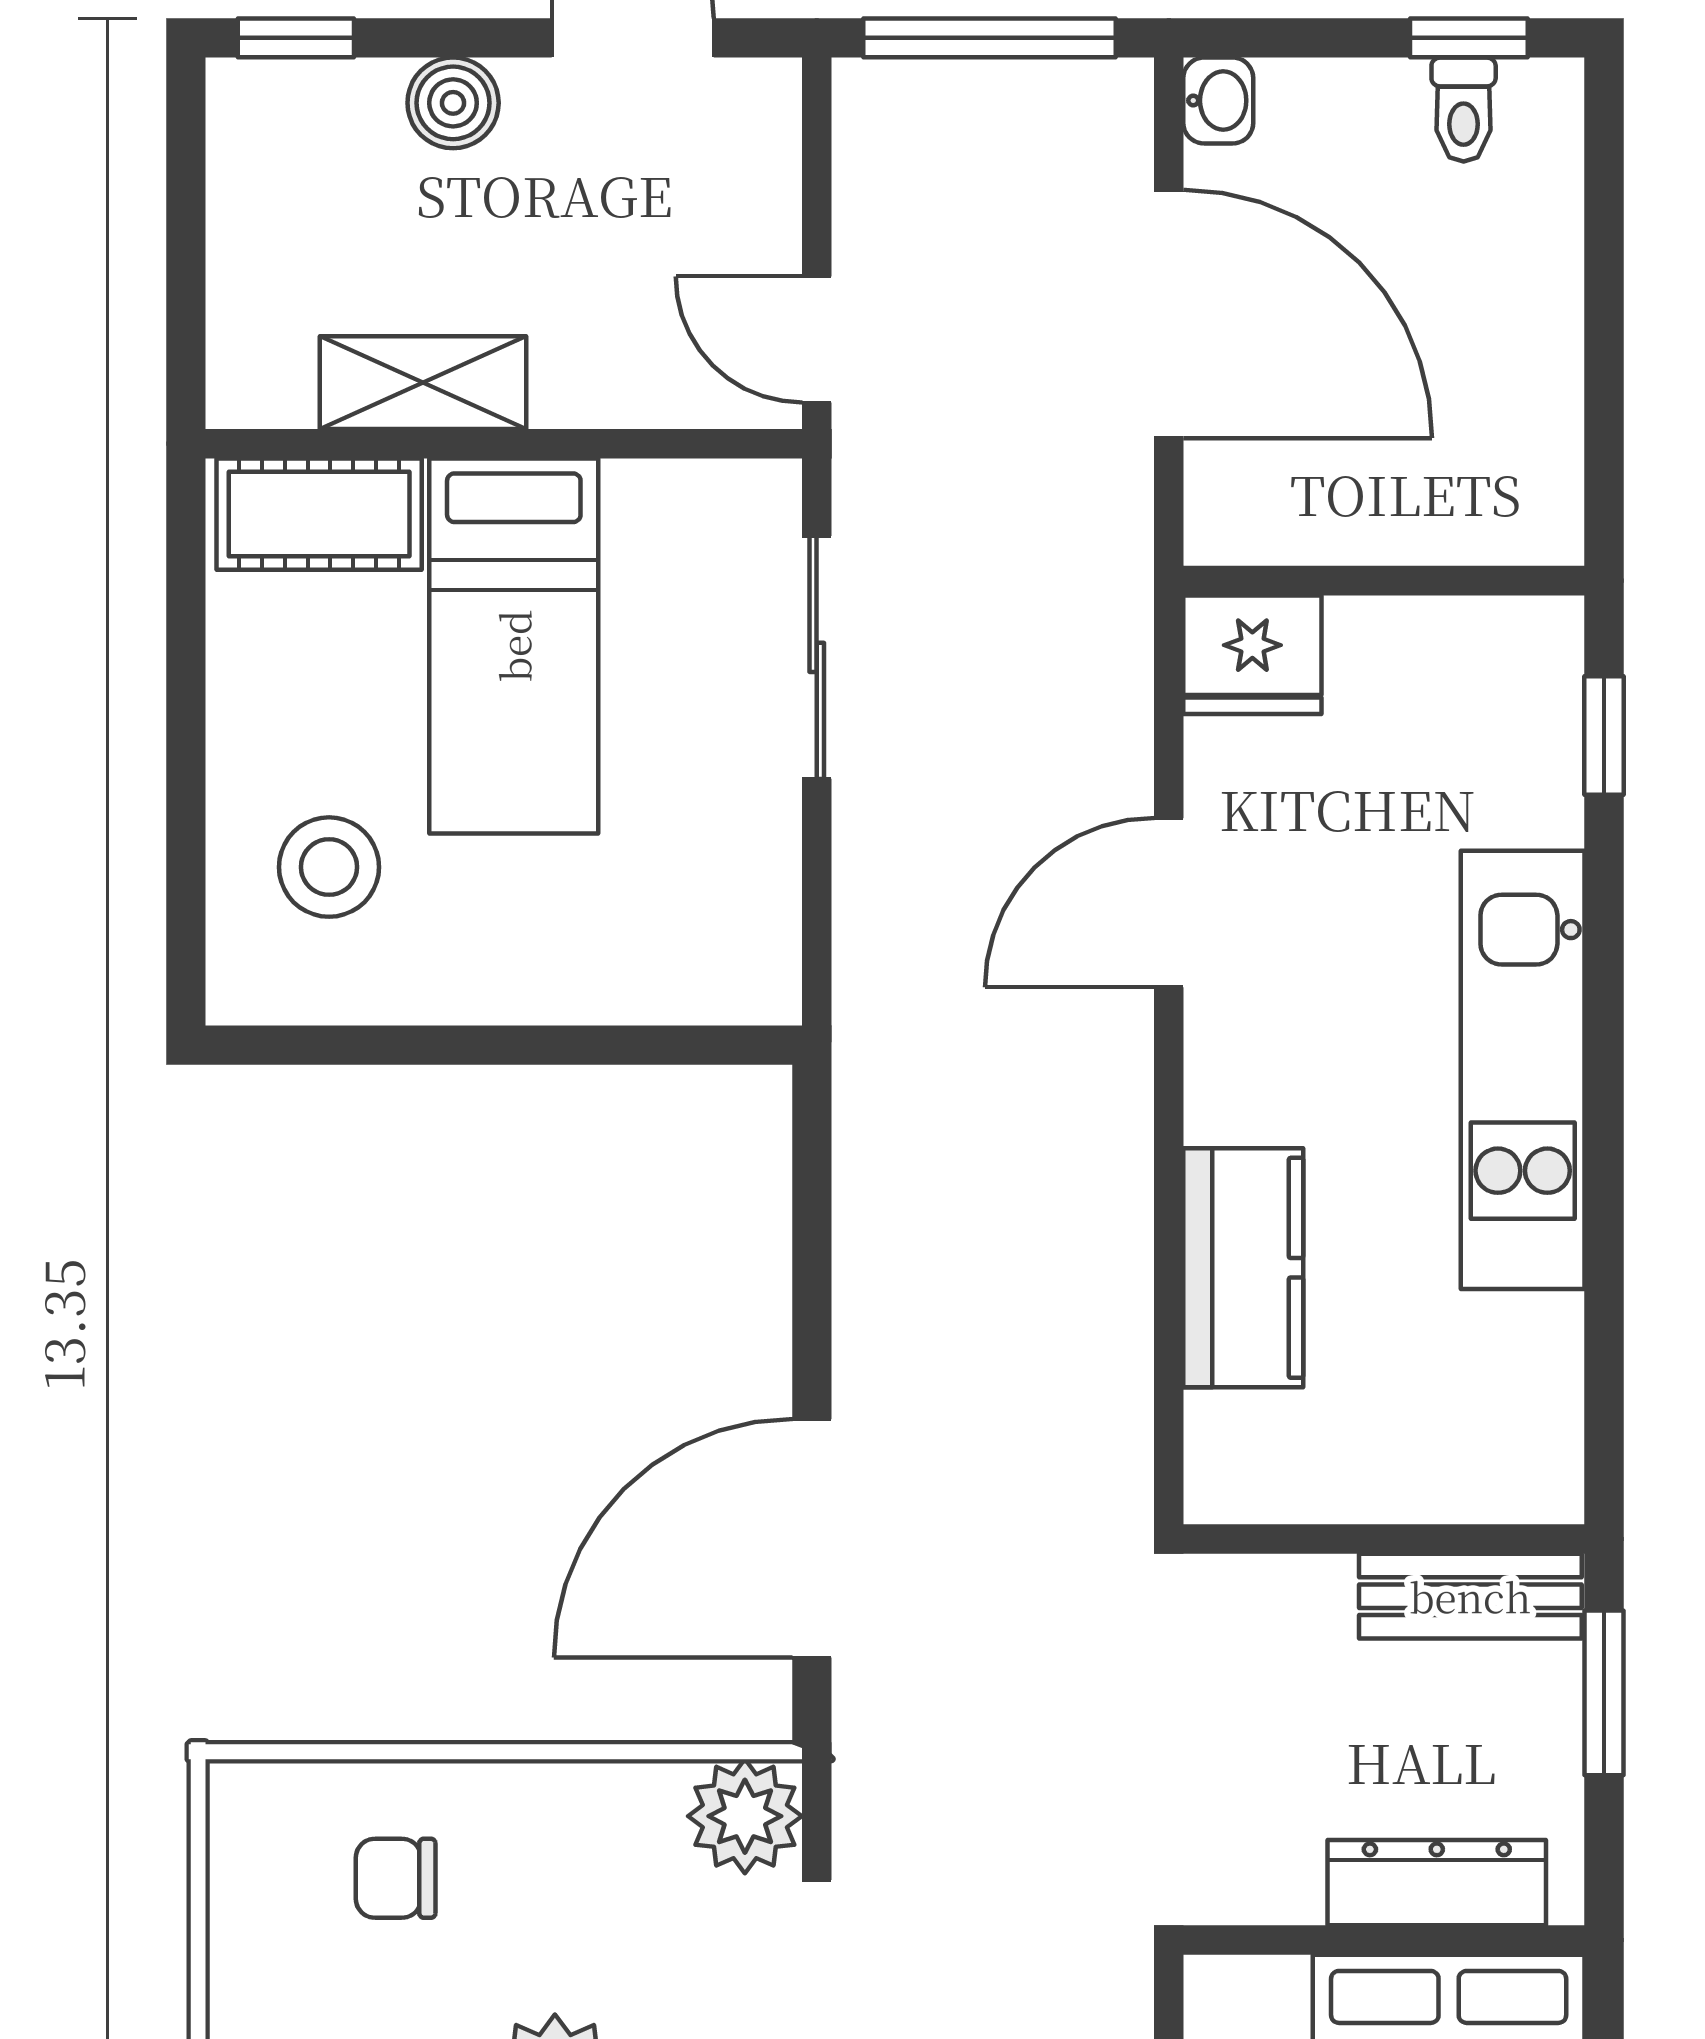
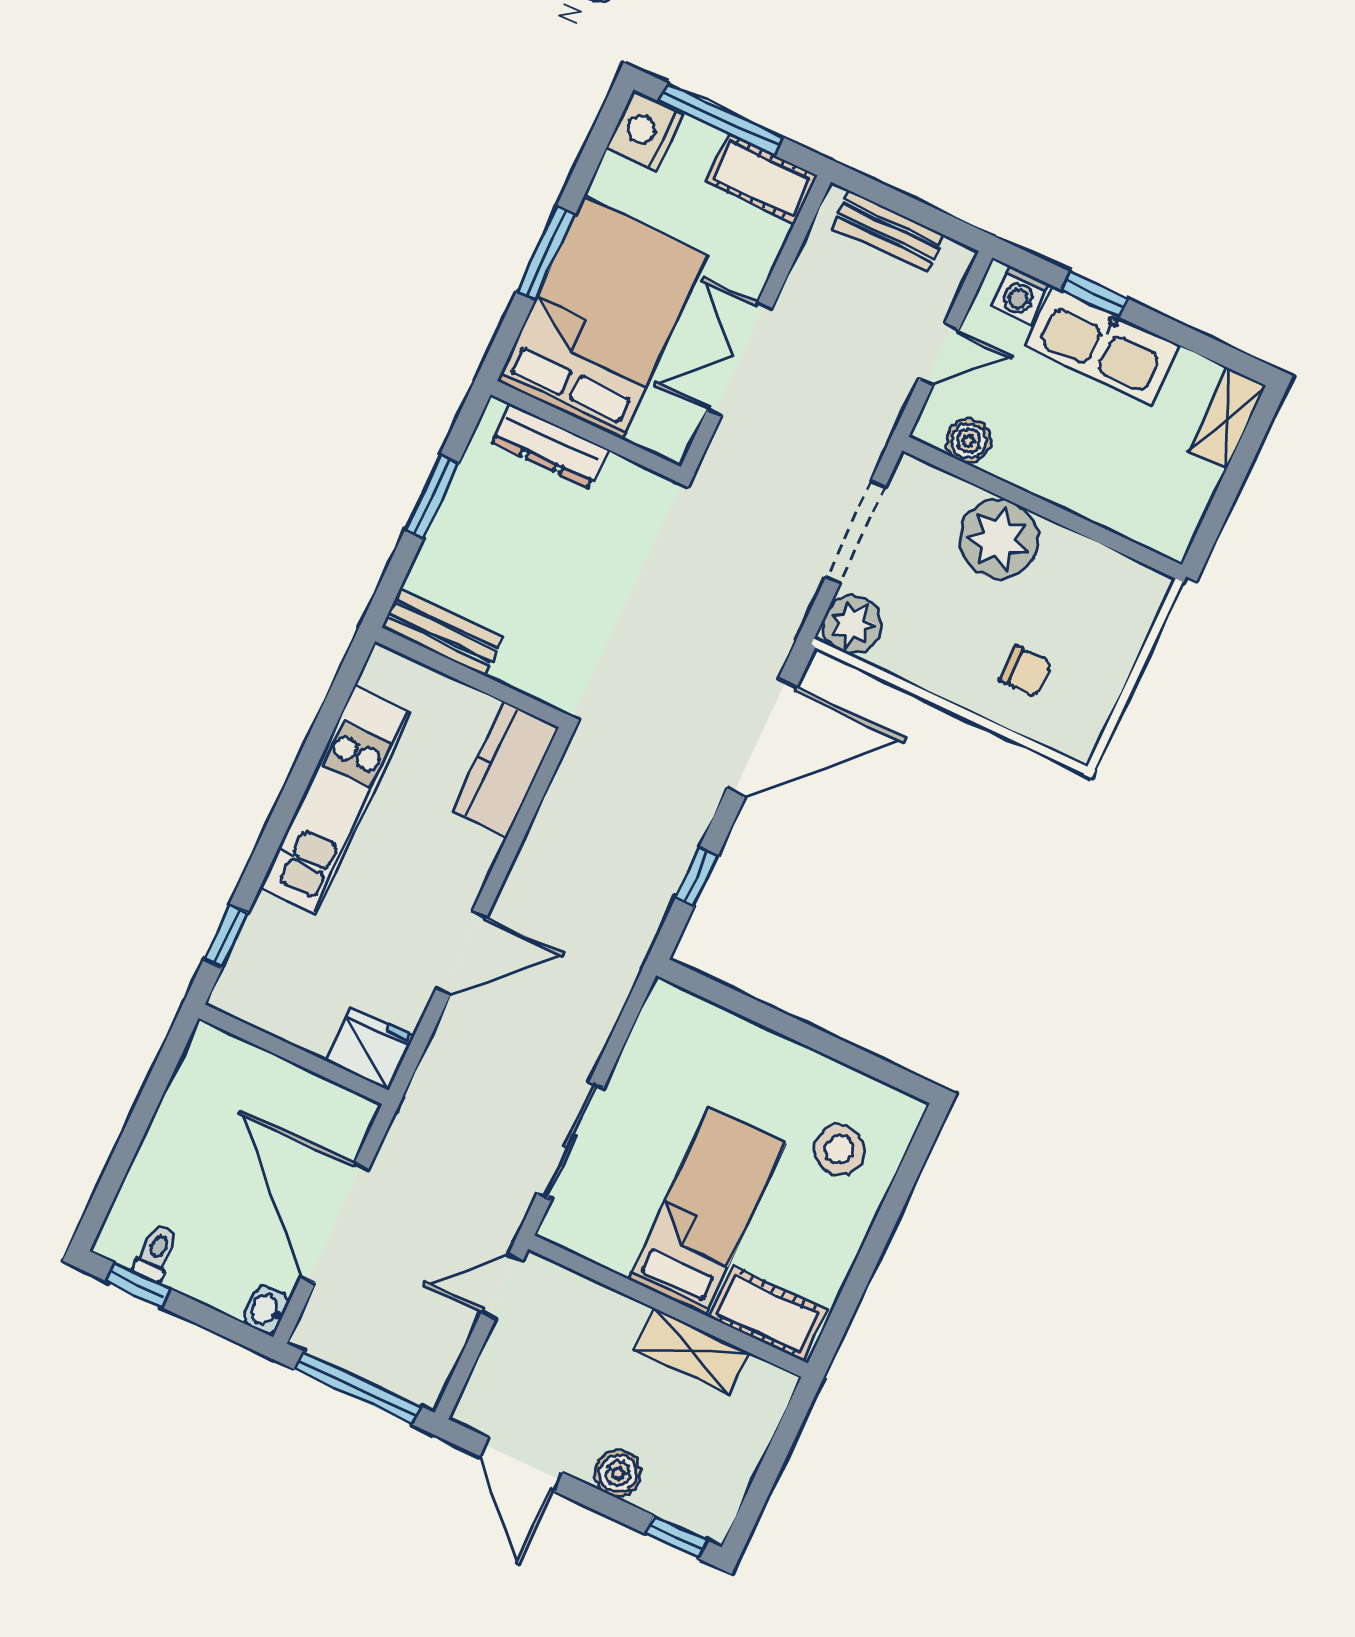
door: (817, 339) -> (502, 1287), swing flipped
window: (812, 1236) -> (697, 876), added
wall: (1384, 1539) -> (470, 677), moved
bench: (1470, 1596) -> (443, 633), moved

